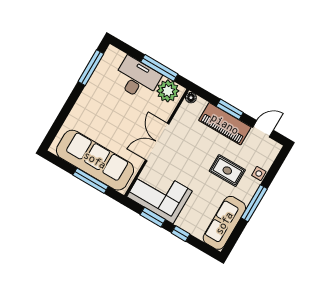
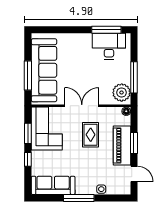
desk: (137, 79) -> (109, 46), moved, turned -90
rug: (227, 171) -> (91, 135), moved

